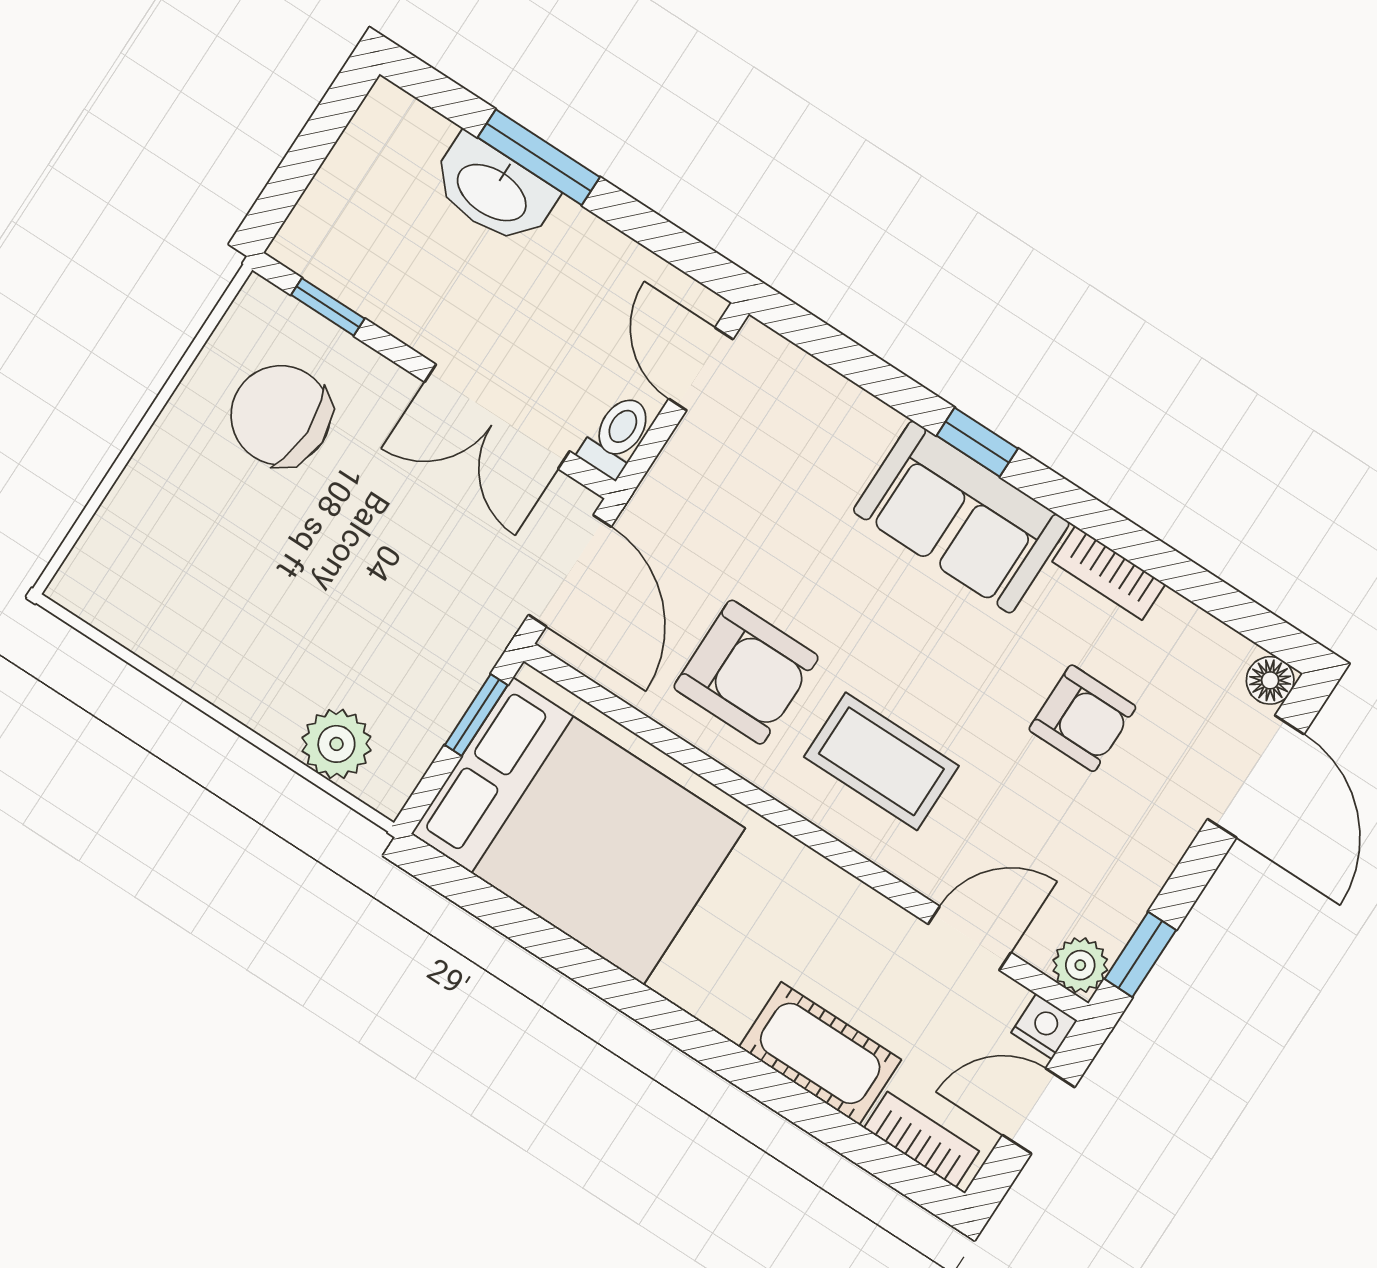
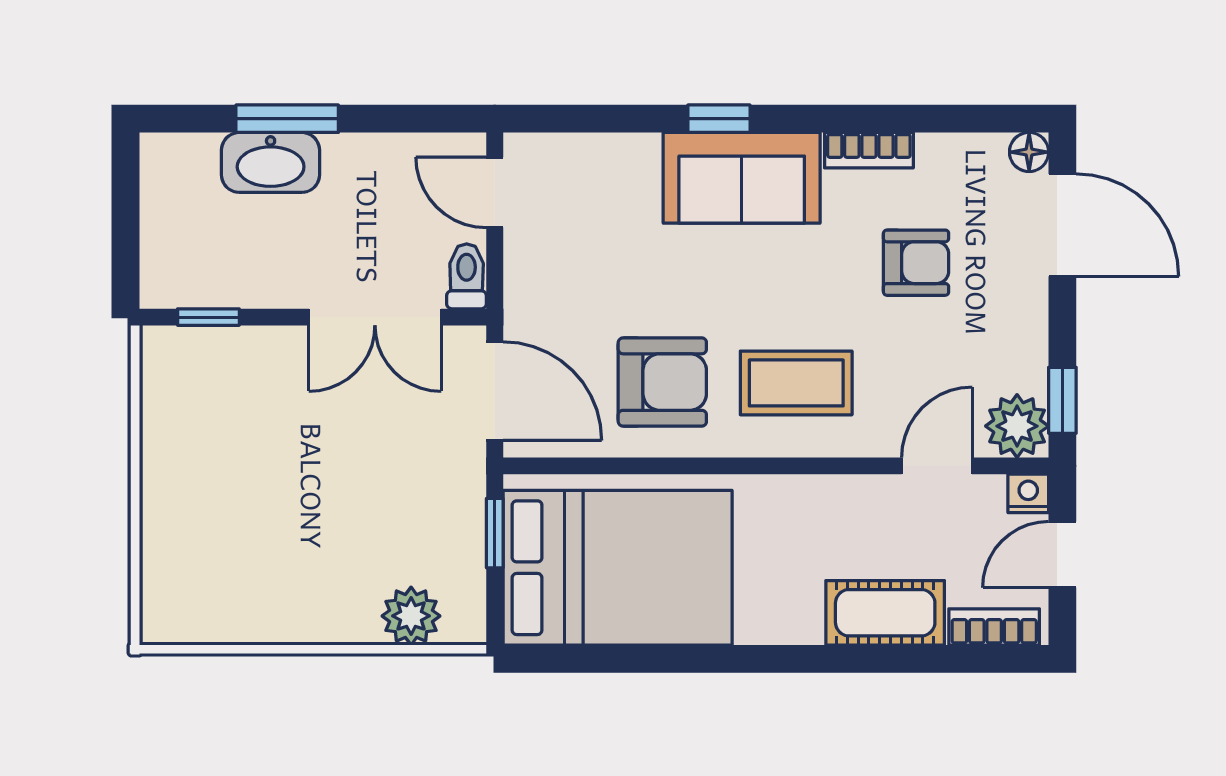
chair: (281, 415) -> (225, 413), removed
plant: (1080, 965) -> (1017, 426), width x1.38, depth x1.38

